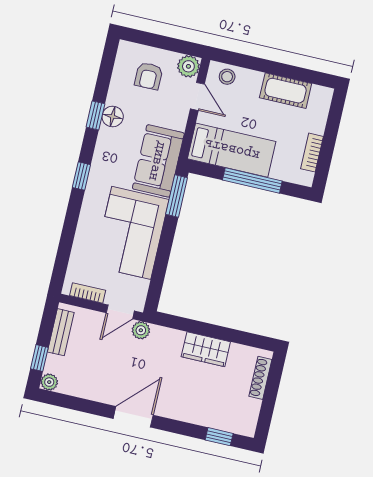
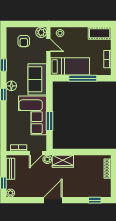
cot: (286, 91) -> (100, 33), moved
floor lamp: (113, 117) -> (11, 86), moved
window: (177, 196) -> (49, 121), moved
wardrobe: (206, 349) -> (63, 161), moved

